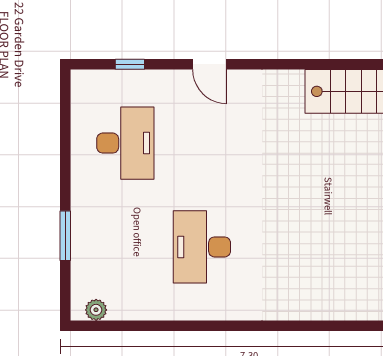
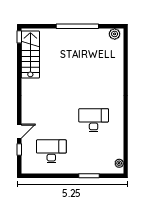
door: (210, 64) -> (19, 131), moved
desk: (202, 247) -> (94, 120), turned 180

